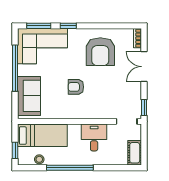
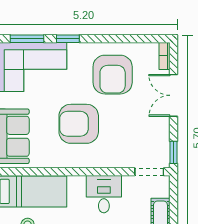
armchair: (76, 87) -> (79, 124), width x1.88, depth x1.88

